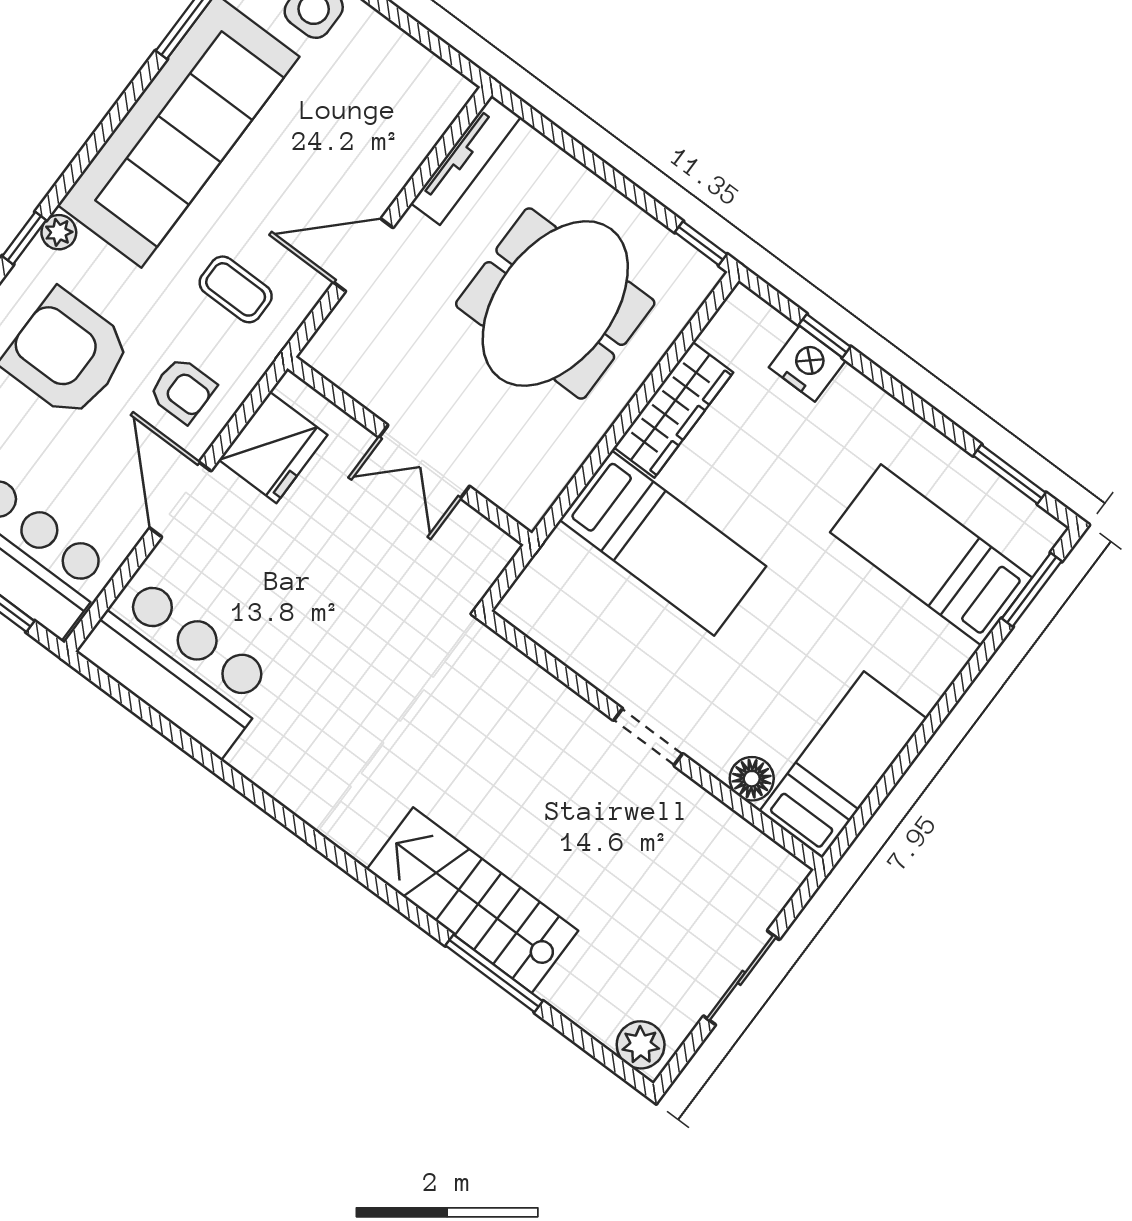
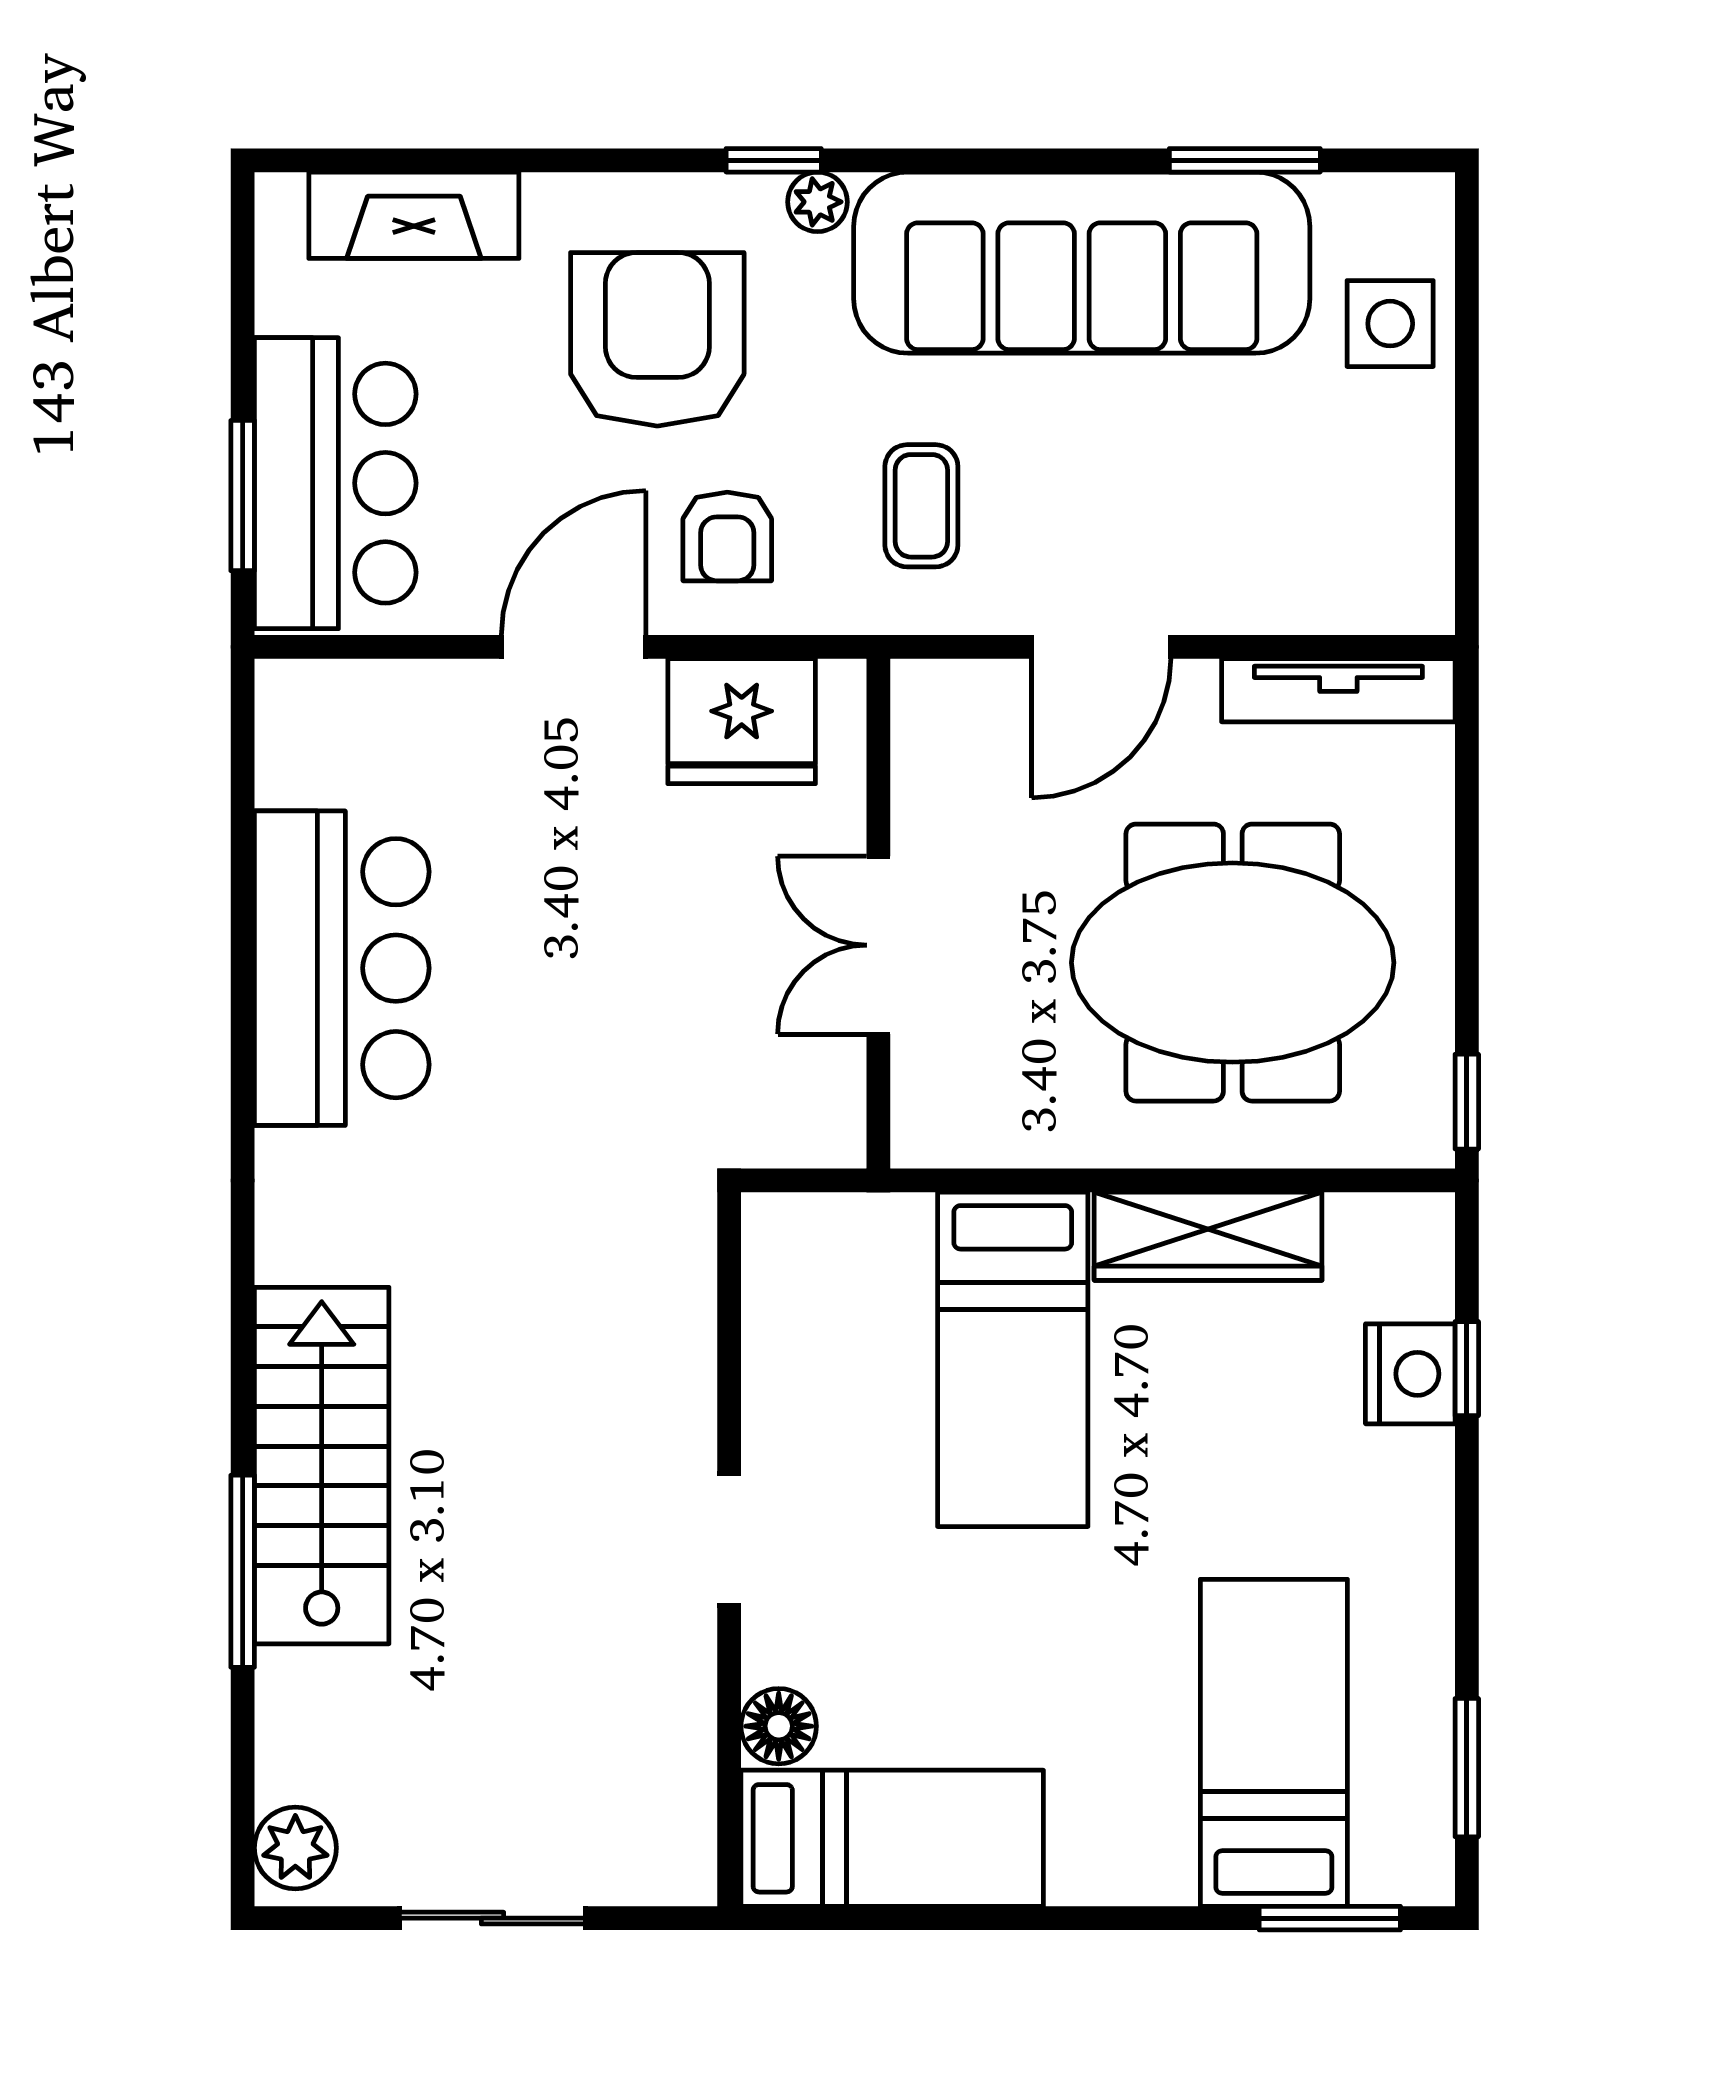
door: (363, 255) -> (1101, 647), swing flipped
bar counter: (178, 666) -> (342, 968), moved

